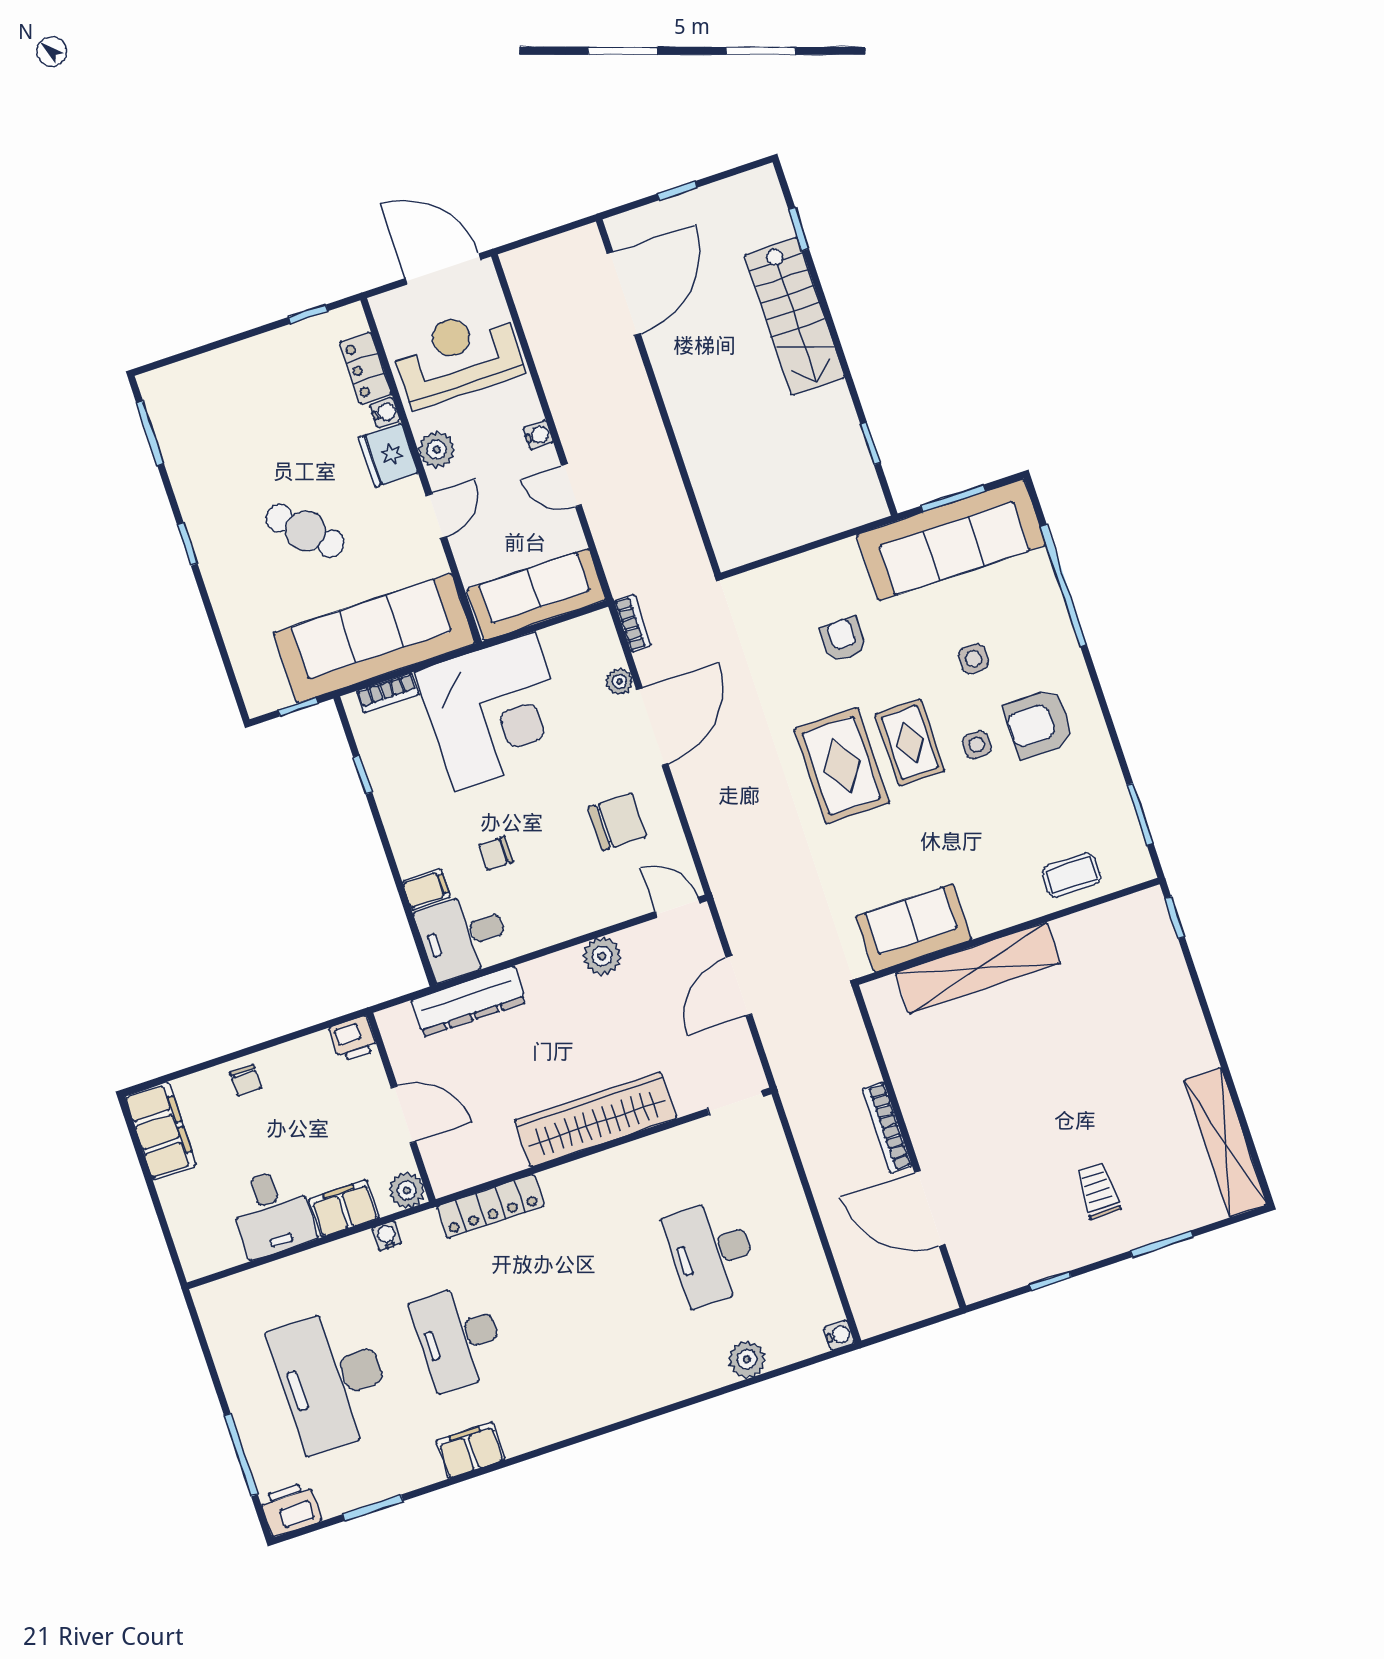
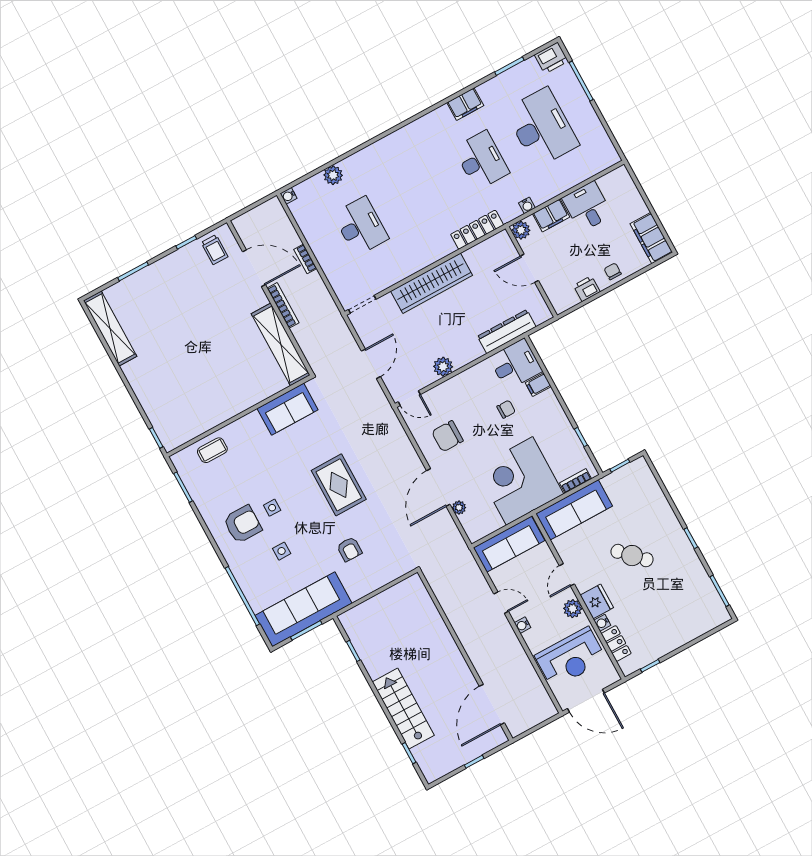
bookcase: (633, 623) -> (305, 259), moved
sofa: (374, 638) -> (574, 510), width x0.74, depth x0.79
rug: (910, 743) -> (306, 503), removed
shelving: (978, 968) -> (281, 344), moved, turned 90
printer: (353, 1039) -> (587, 289), moved
trolley: (1098, 1191) -> (215, 250), moved

